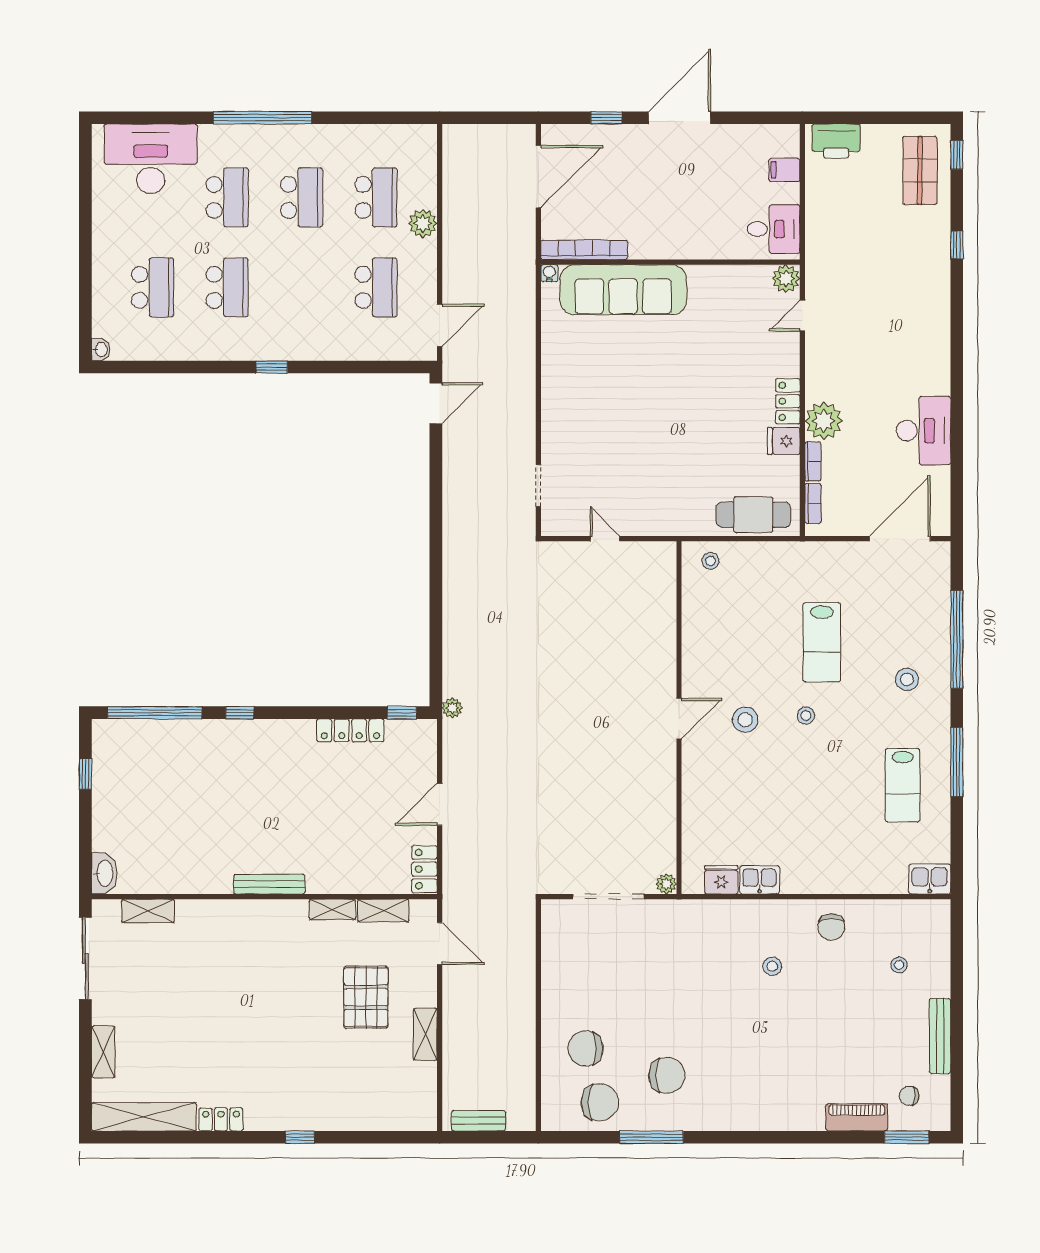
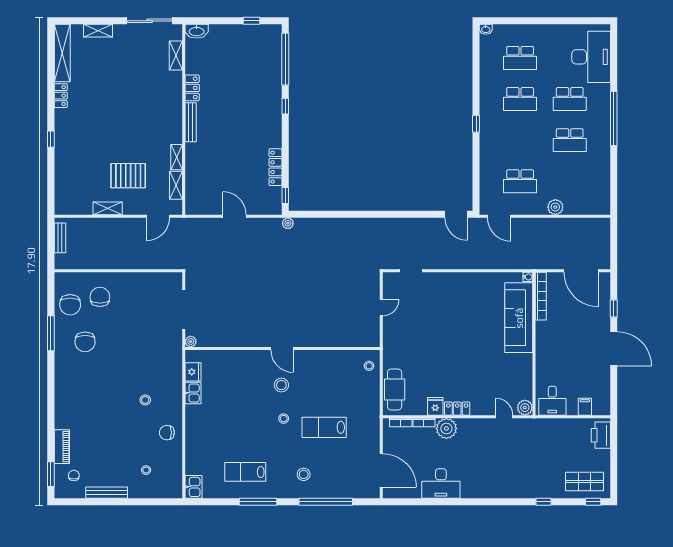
school desk: (376, 197) -> (570, 181), removed
locker: (425, 869) -> (192, 88), moved, turned 90

